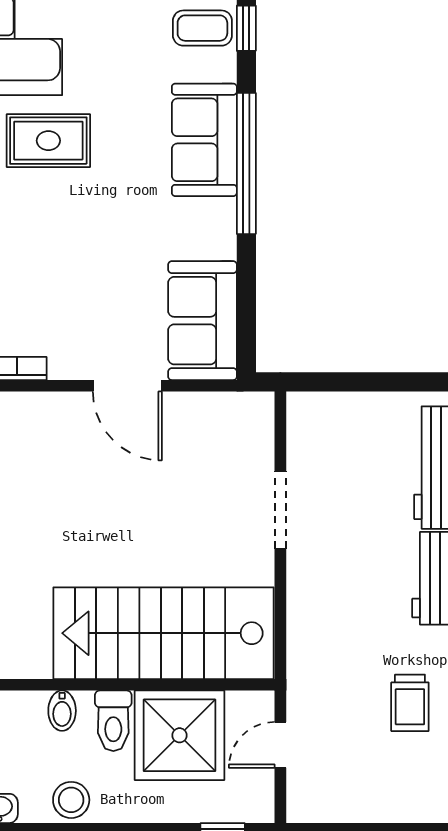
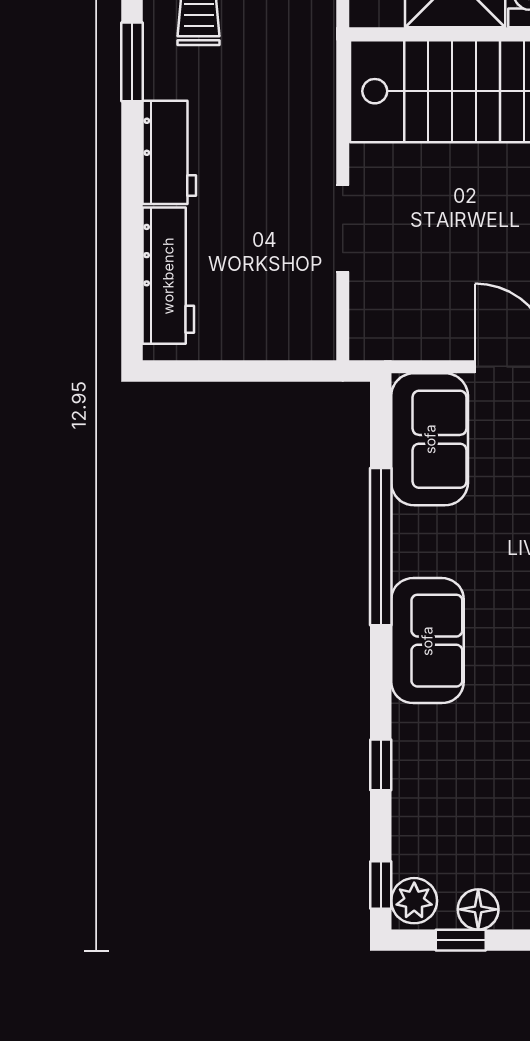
coffee table: (202, 28) -> (430, 765), removed
window: (246, 163) -> (381, 547), moved

